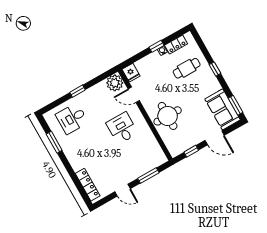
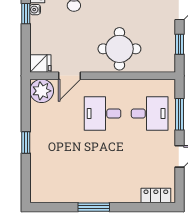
desk: (72, 118) -> (150, 113), moved, turned -90
window: (54, 142) -> (94, 207), moved
locker: (88, 185) -> (156, 196), width x0.66

